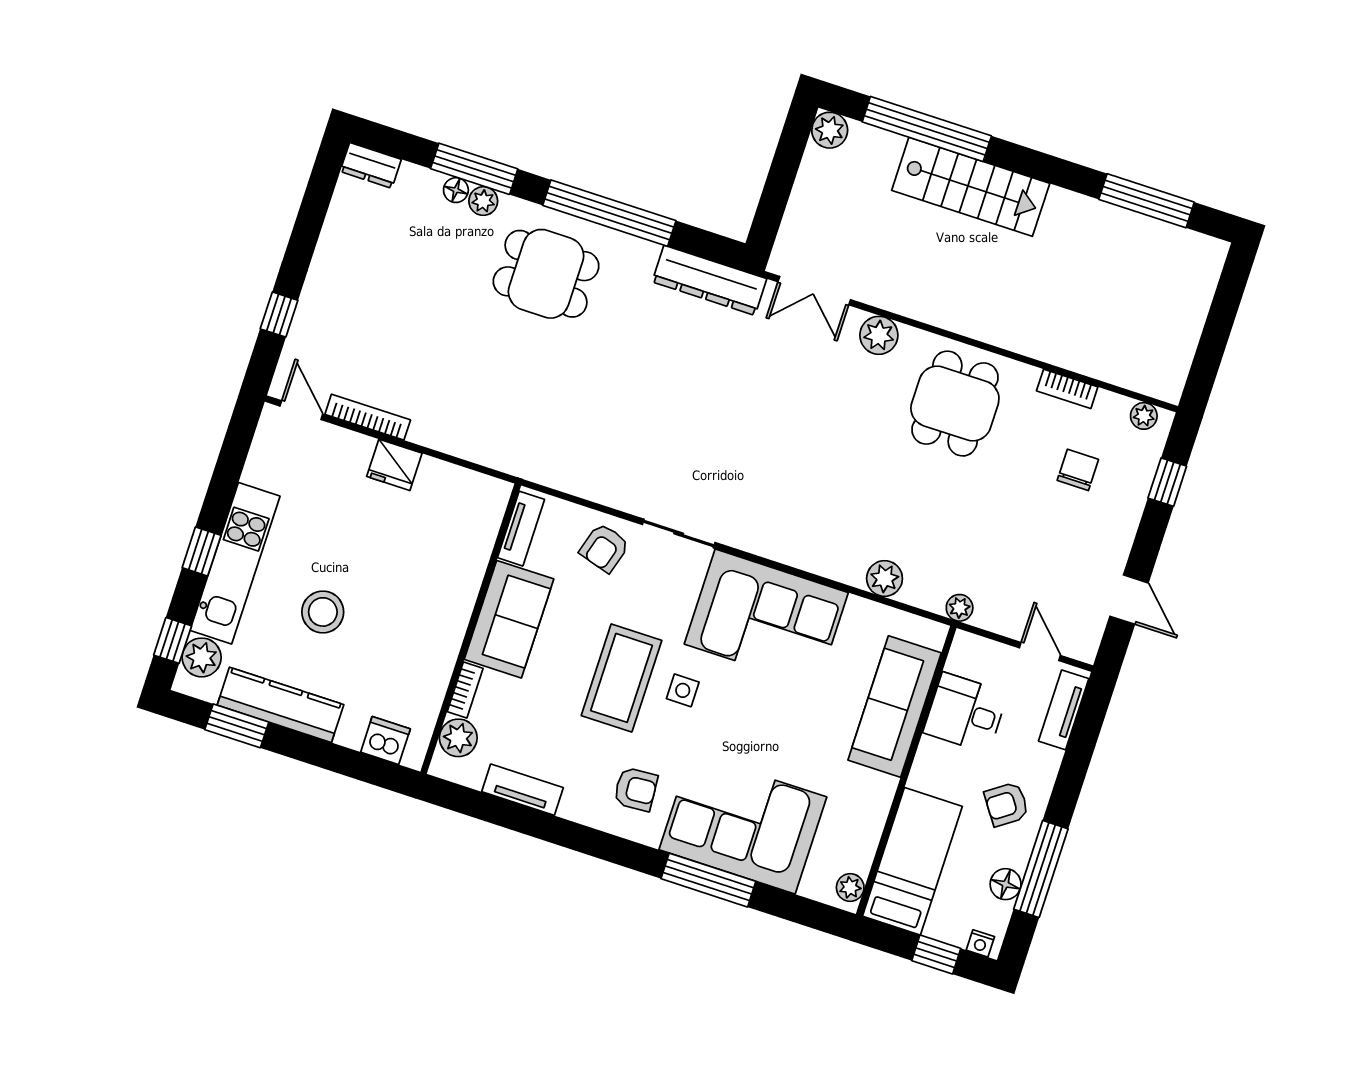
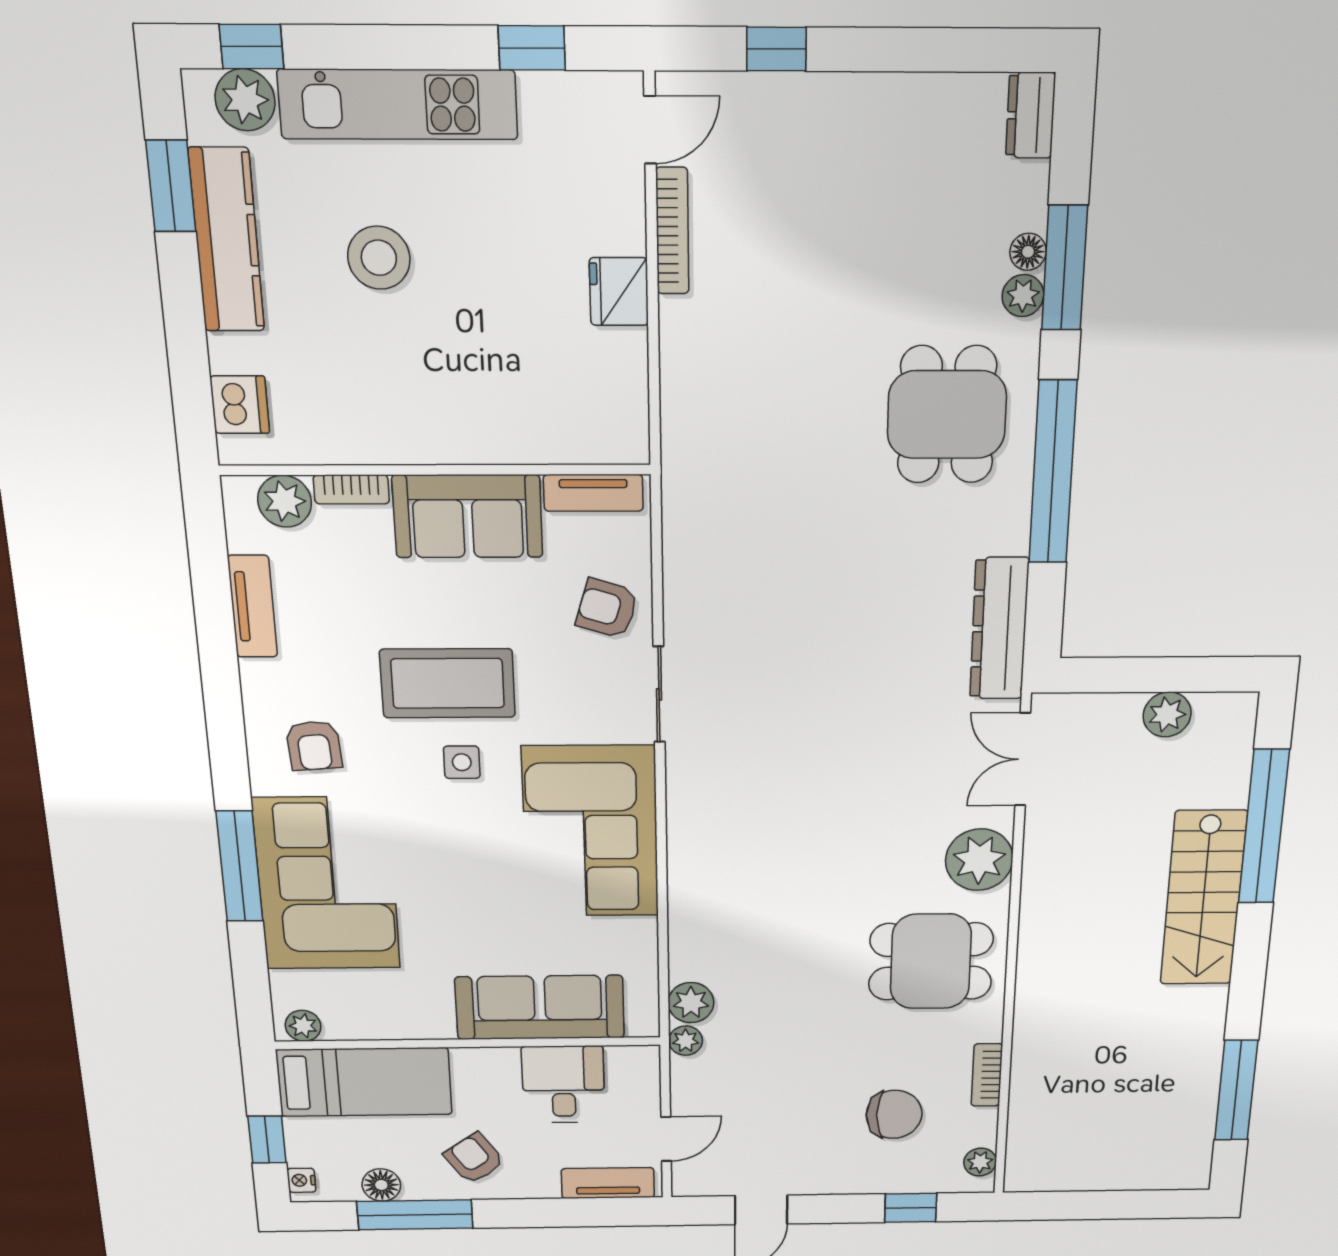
plant: (830, 130) -> (1167, 714), moved
plant: (879, 335) -> (979, 860), width x1.36, depth x1.36
chair: (1078, 470) -> (894, 1114), width x1.37, depth x1.37
window: (202, 552) -> (532, 48), moved
plant: (885, 578) -> (691, 1003), moved

